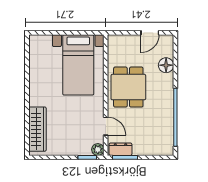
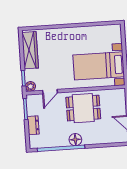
floor lamp: (166, 65) -> (75, 140), moved
wardrobe: (37, 129) -> (30, 50), moved, turned -90
dresser: (120, 149) -> (33, 125), moved

